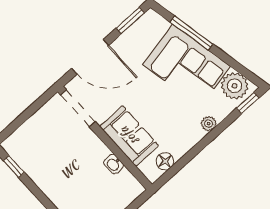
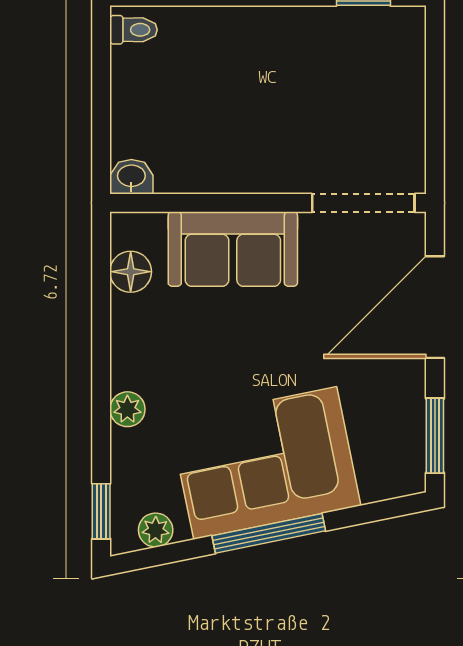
window: (192, 33) -> (269, 533), moved
plant: (234, 86) -> (156, 530), width x0.53, depth x0.53
washbasin: (114, 164) -> (131, 177), moved

